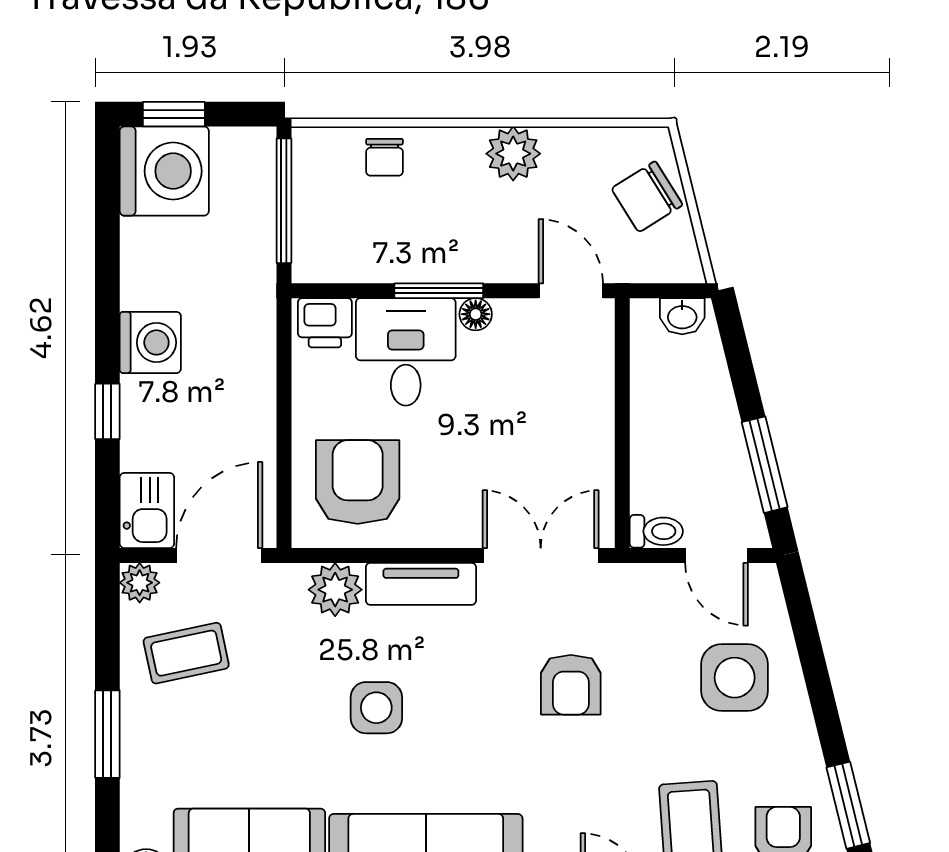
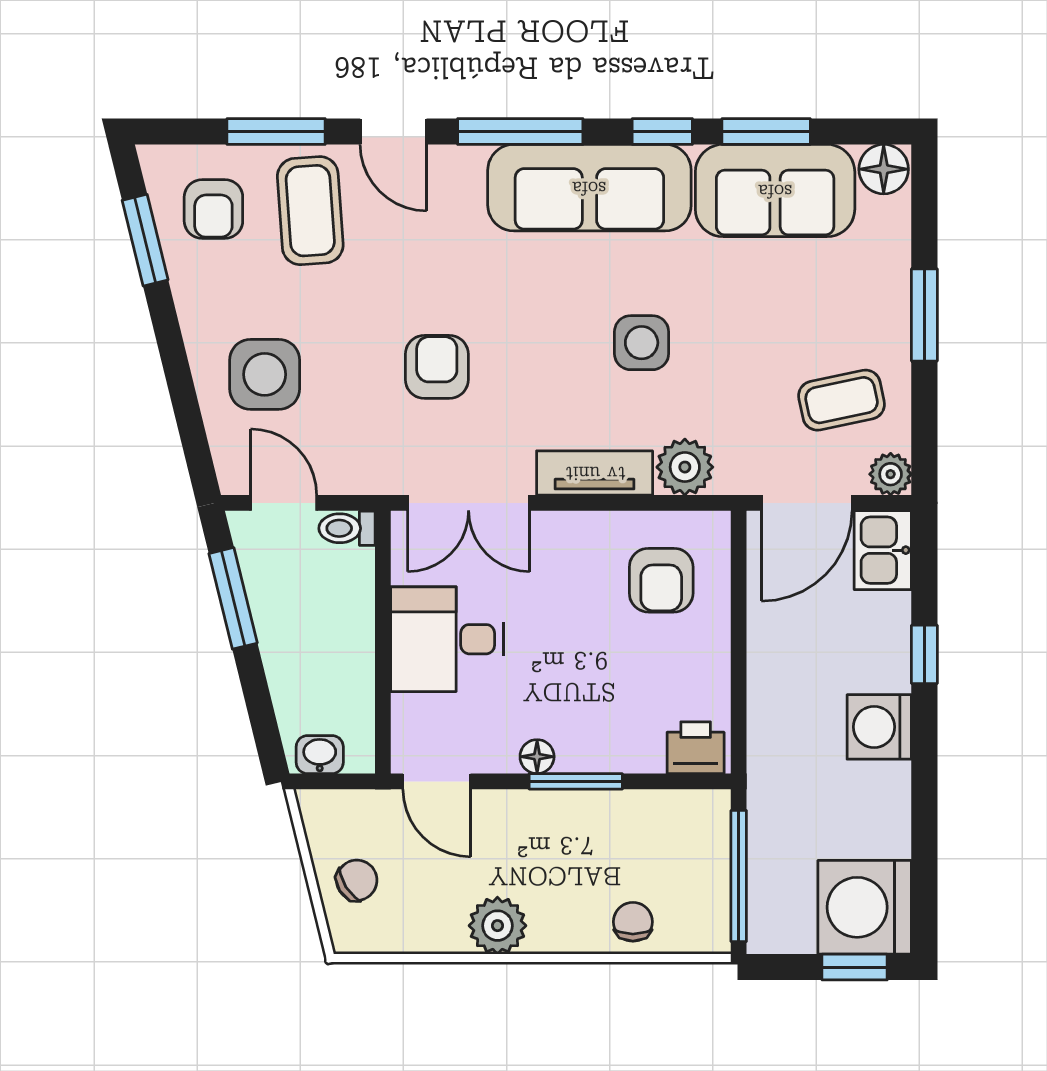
chair: (647, 197) -> (357, 880), width x0.73, depth x0.73
desk: (406, 352) -> (447, 639), moved, turned 90
armchair: (358, 482) -> (661, 580), width x0.72, depth x0.72

